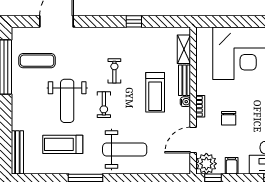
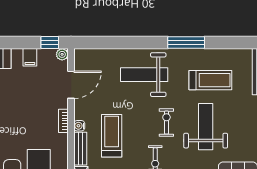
chair: (229, 118) -> (33, 108), removed
plant: (206, 164) -> (62, 54), width x0.53, depth x0.53

